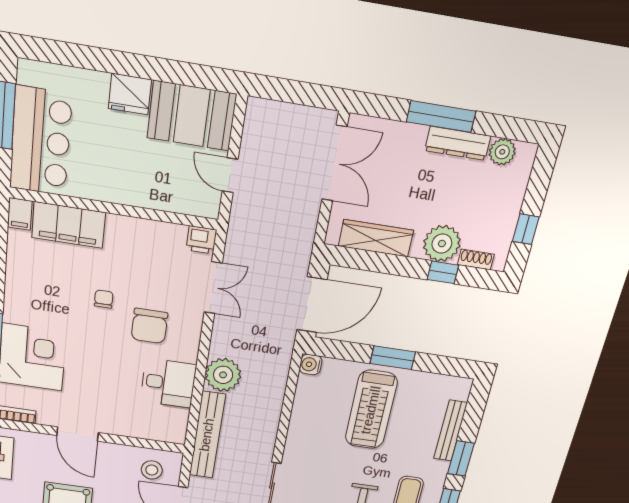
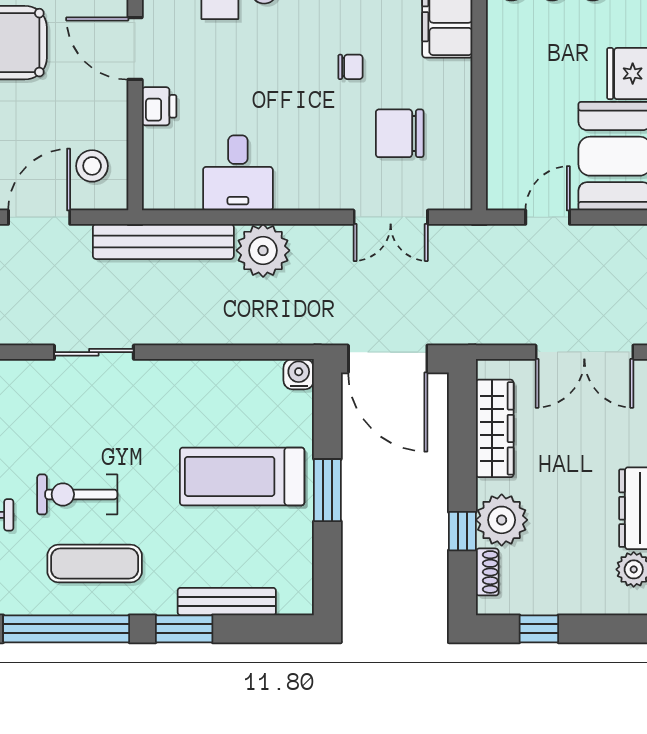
printer: (201, 240) -> (159, 106), moved, turned 180
chair: (149, 326) -> (400, 133), moved
door: (78, 434) -> (135, 49), hinge flipped

